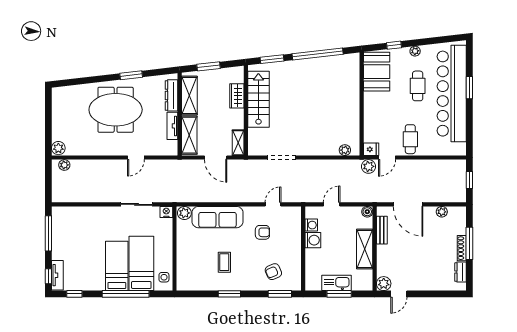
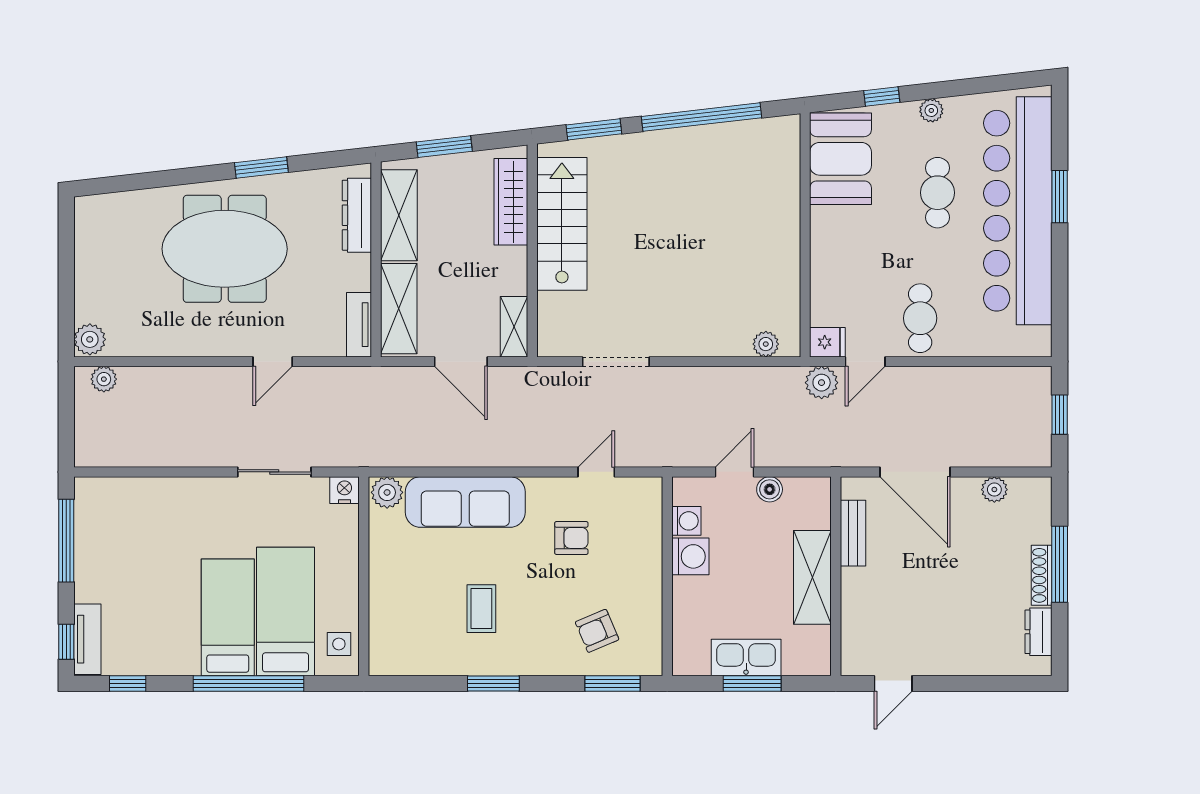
wardrobe: (237, 96) -> (511, 202), width x1.50
tv unit: (172, 126) -> (359, 325), moved
boiler: (367, 212) -> (770, 489), moved
plant: (384, 284) -> (857, 659), removed

